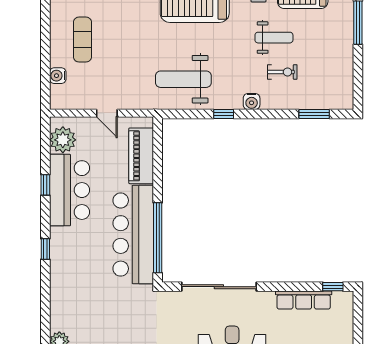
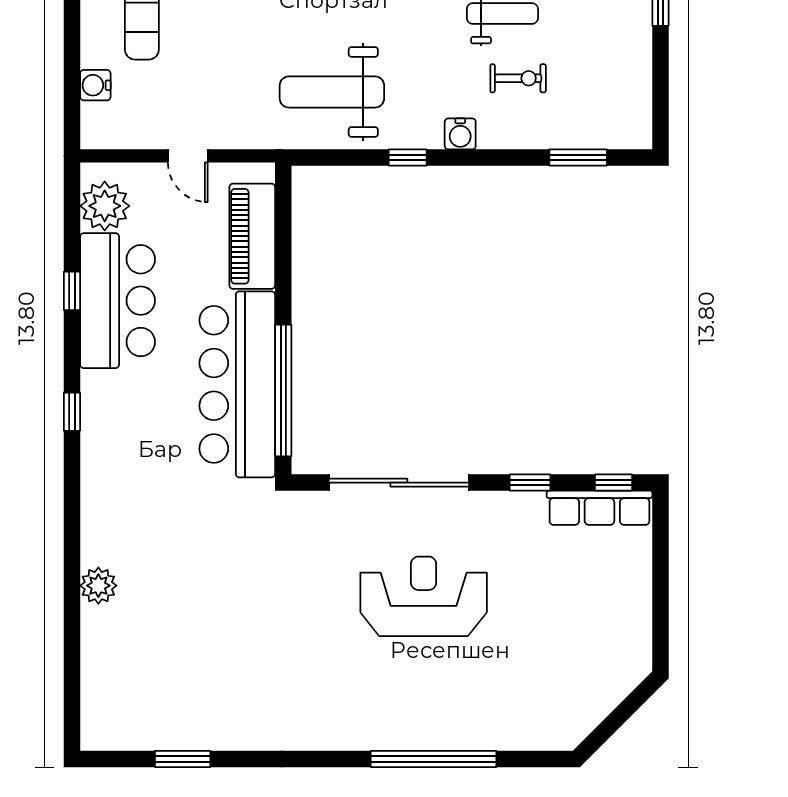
window: (289, 287) -> (530, 483), added
row of seats: (304, 300) -> (599, 508), moved

